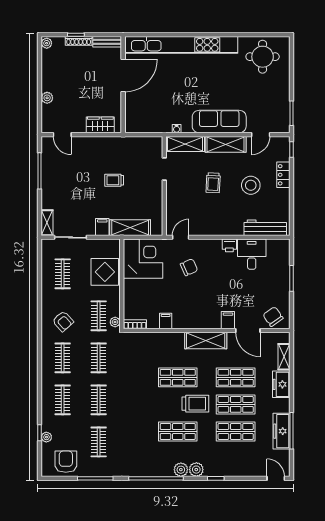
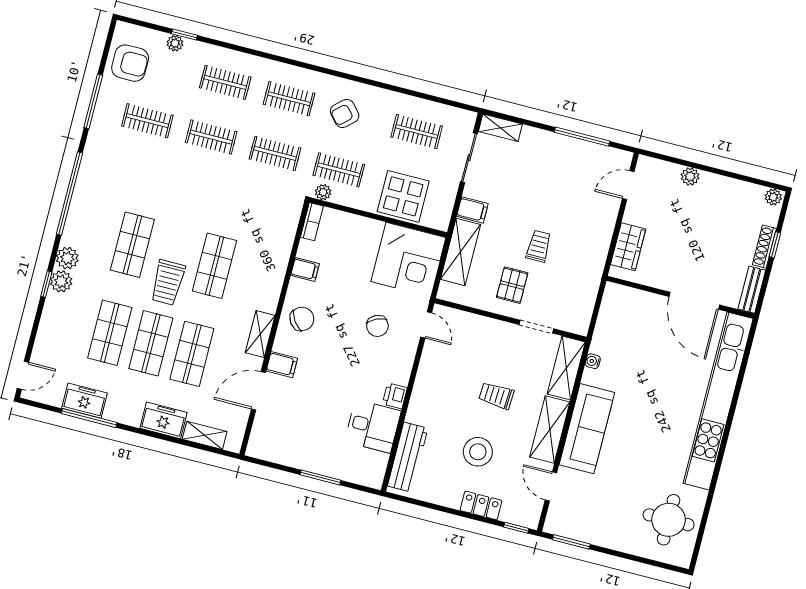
pallet: (142, 190) -> (512, 285), added
chair: (273, 317) -> (302, 319), moved
shelving: (206, 340) -> (260, 334), width x0.67, depth x0.75
freezer: (282, 431) -> (85, 401), width x0.71
plant: (181, 470) -> (61, 281), moved

